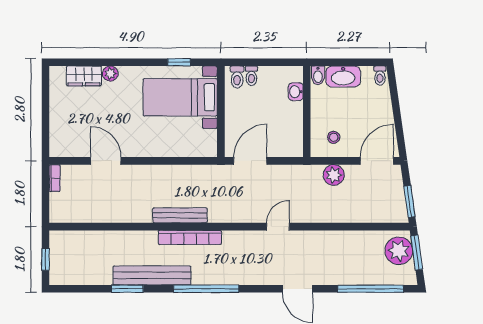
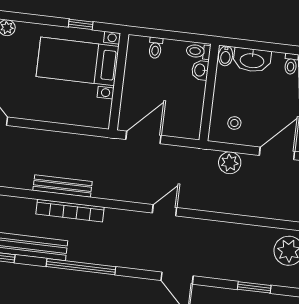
toilet: (237, 77) -> (198, 51), moved, turned 90
window: (371, 289) -> (254, 287), width x0.47

